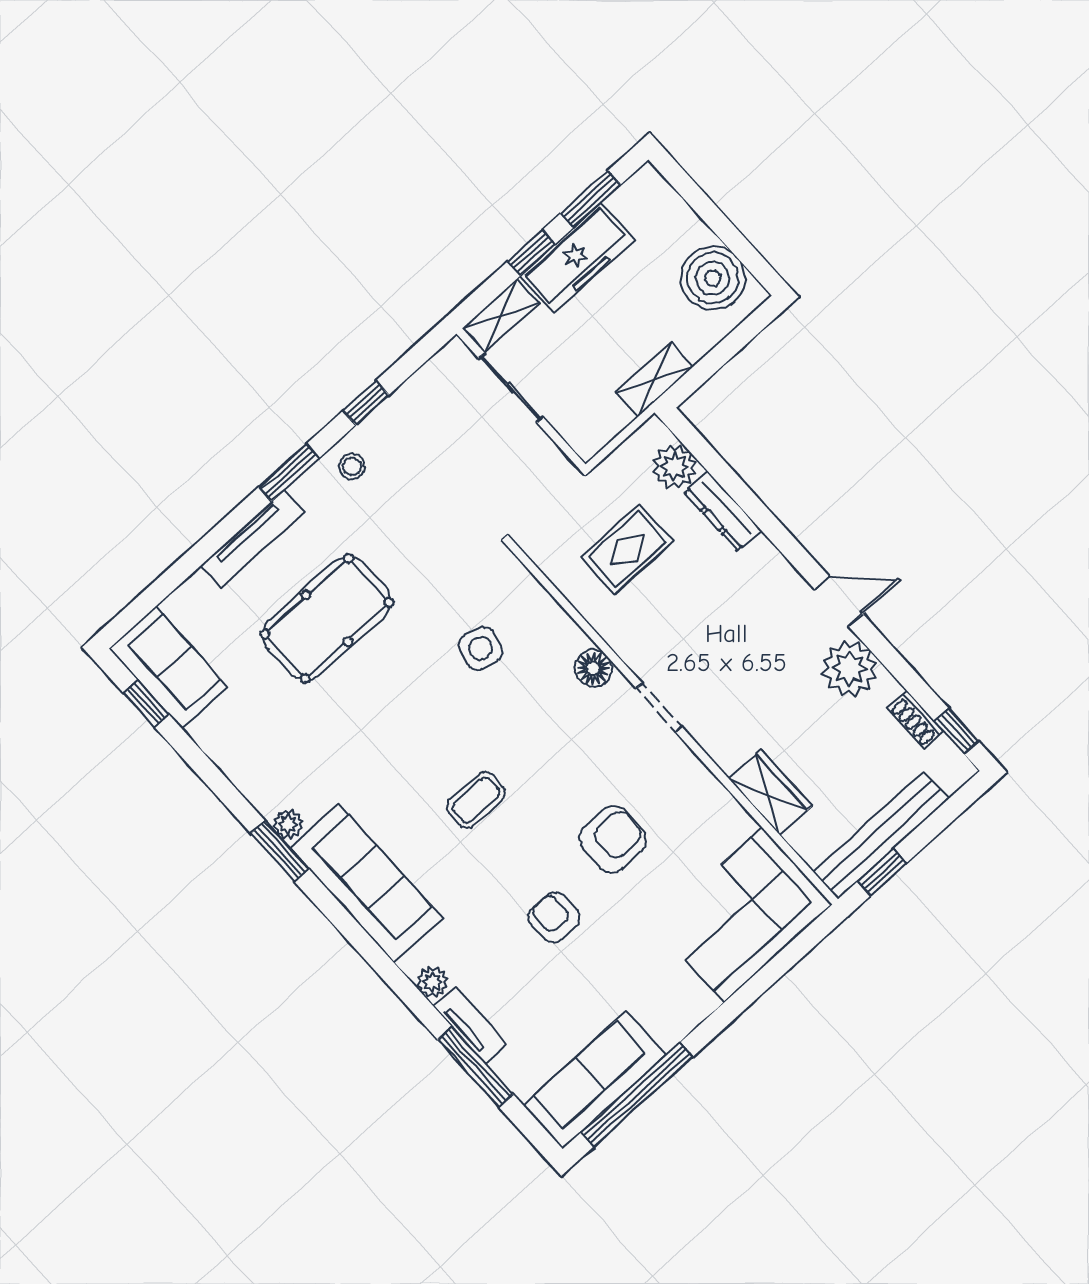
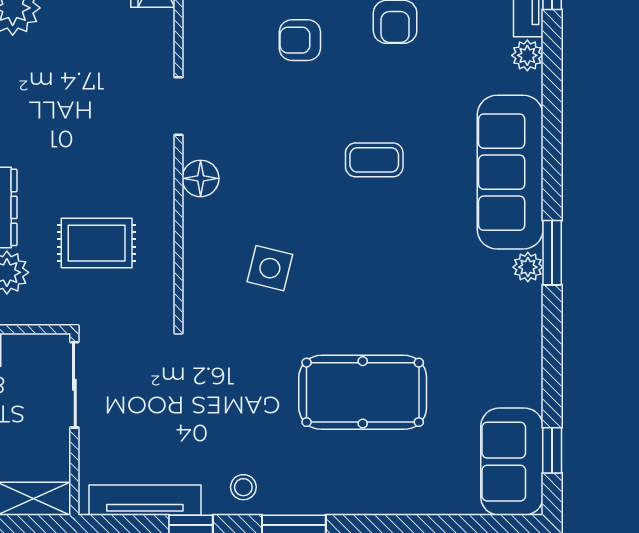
sliding door: (511, 388) -> (74, 385), moved
tv unit: (252, 539) -> (145, 500), moved
armchair: (613, 839) -> (300, 40), width x0.72, depth x0.72

